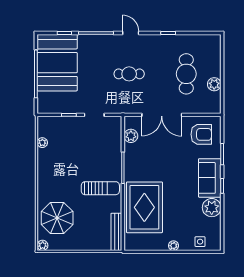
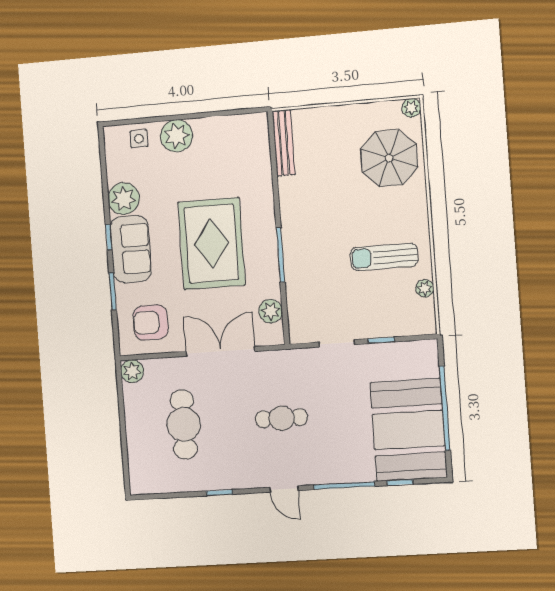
plant: (214, 84) -> (132, 371), moved
sun lounger: (100, 188) -> (384, 257), moved
rug: (144, 207) -> (211, 244), moved
plant: (174, 246) -> (177, 136), width x1.88, depth x1.88

